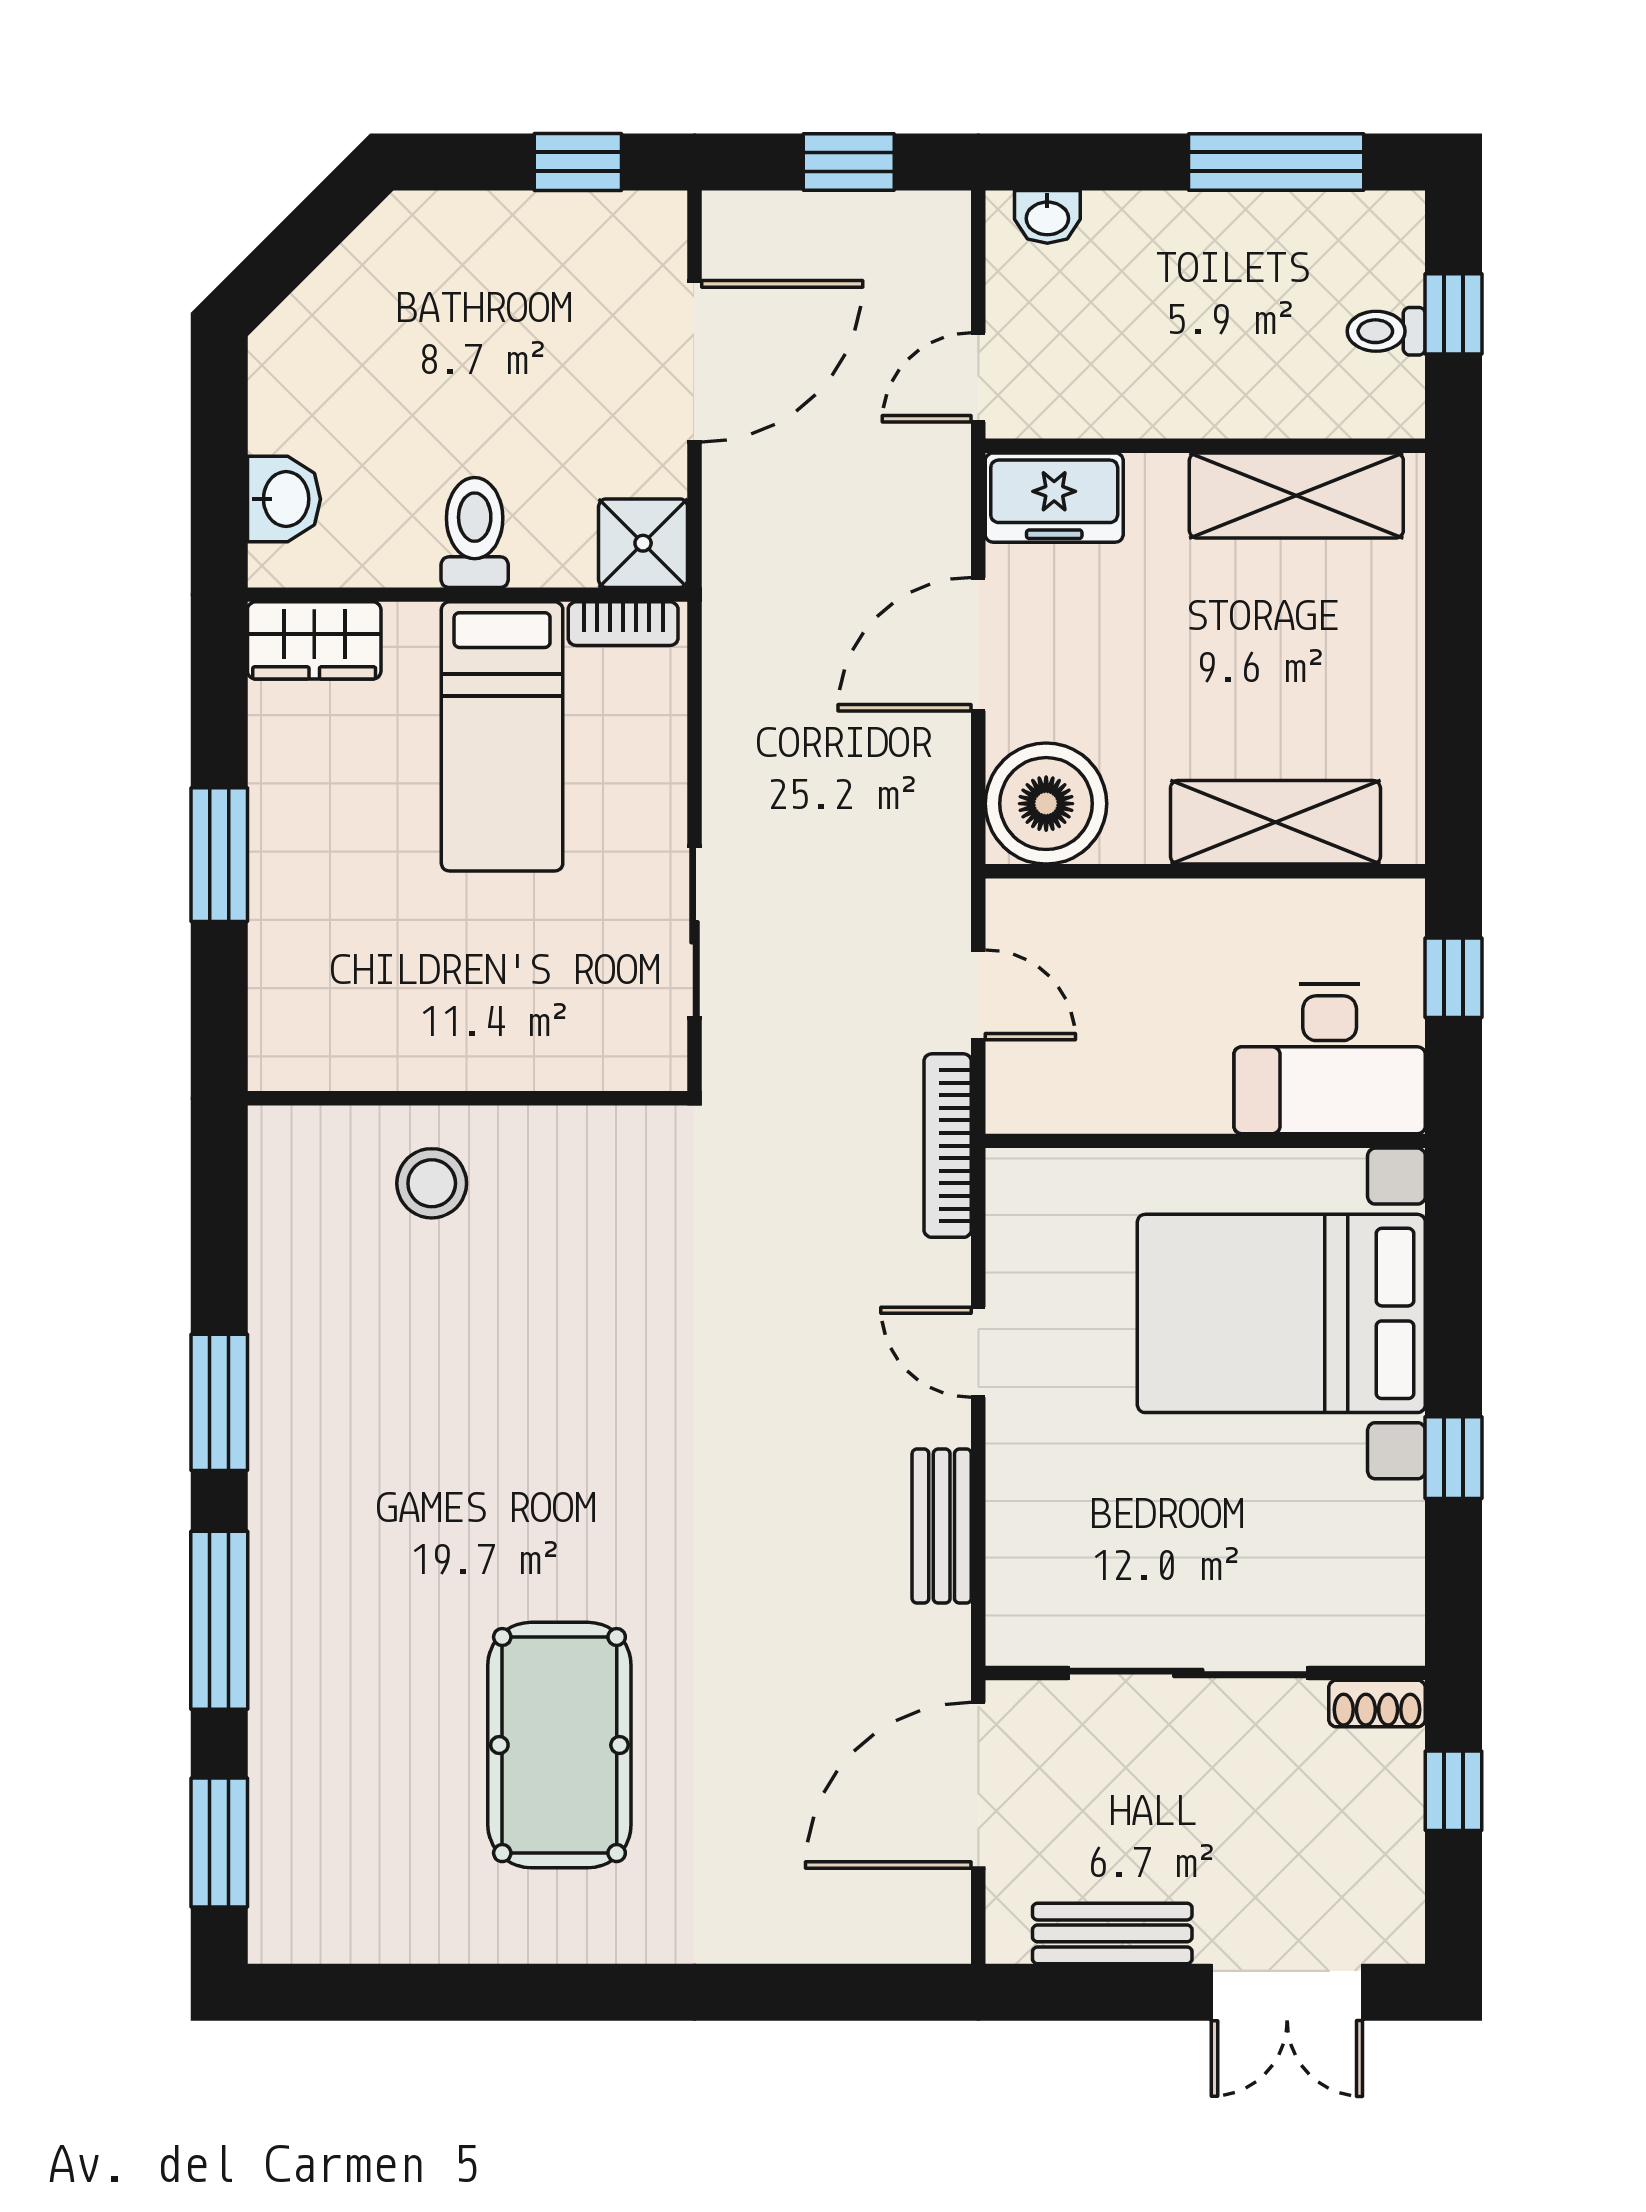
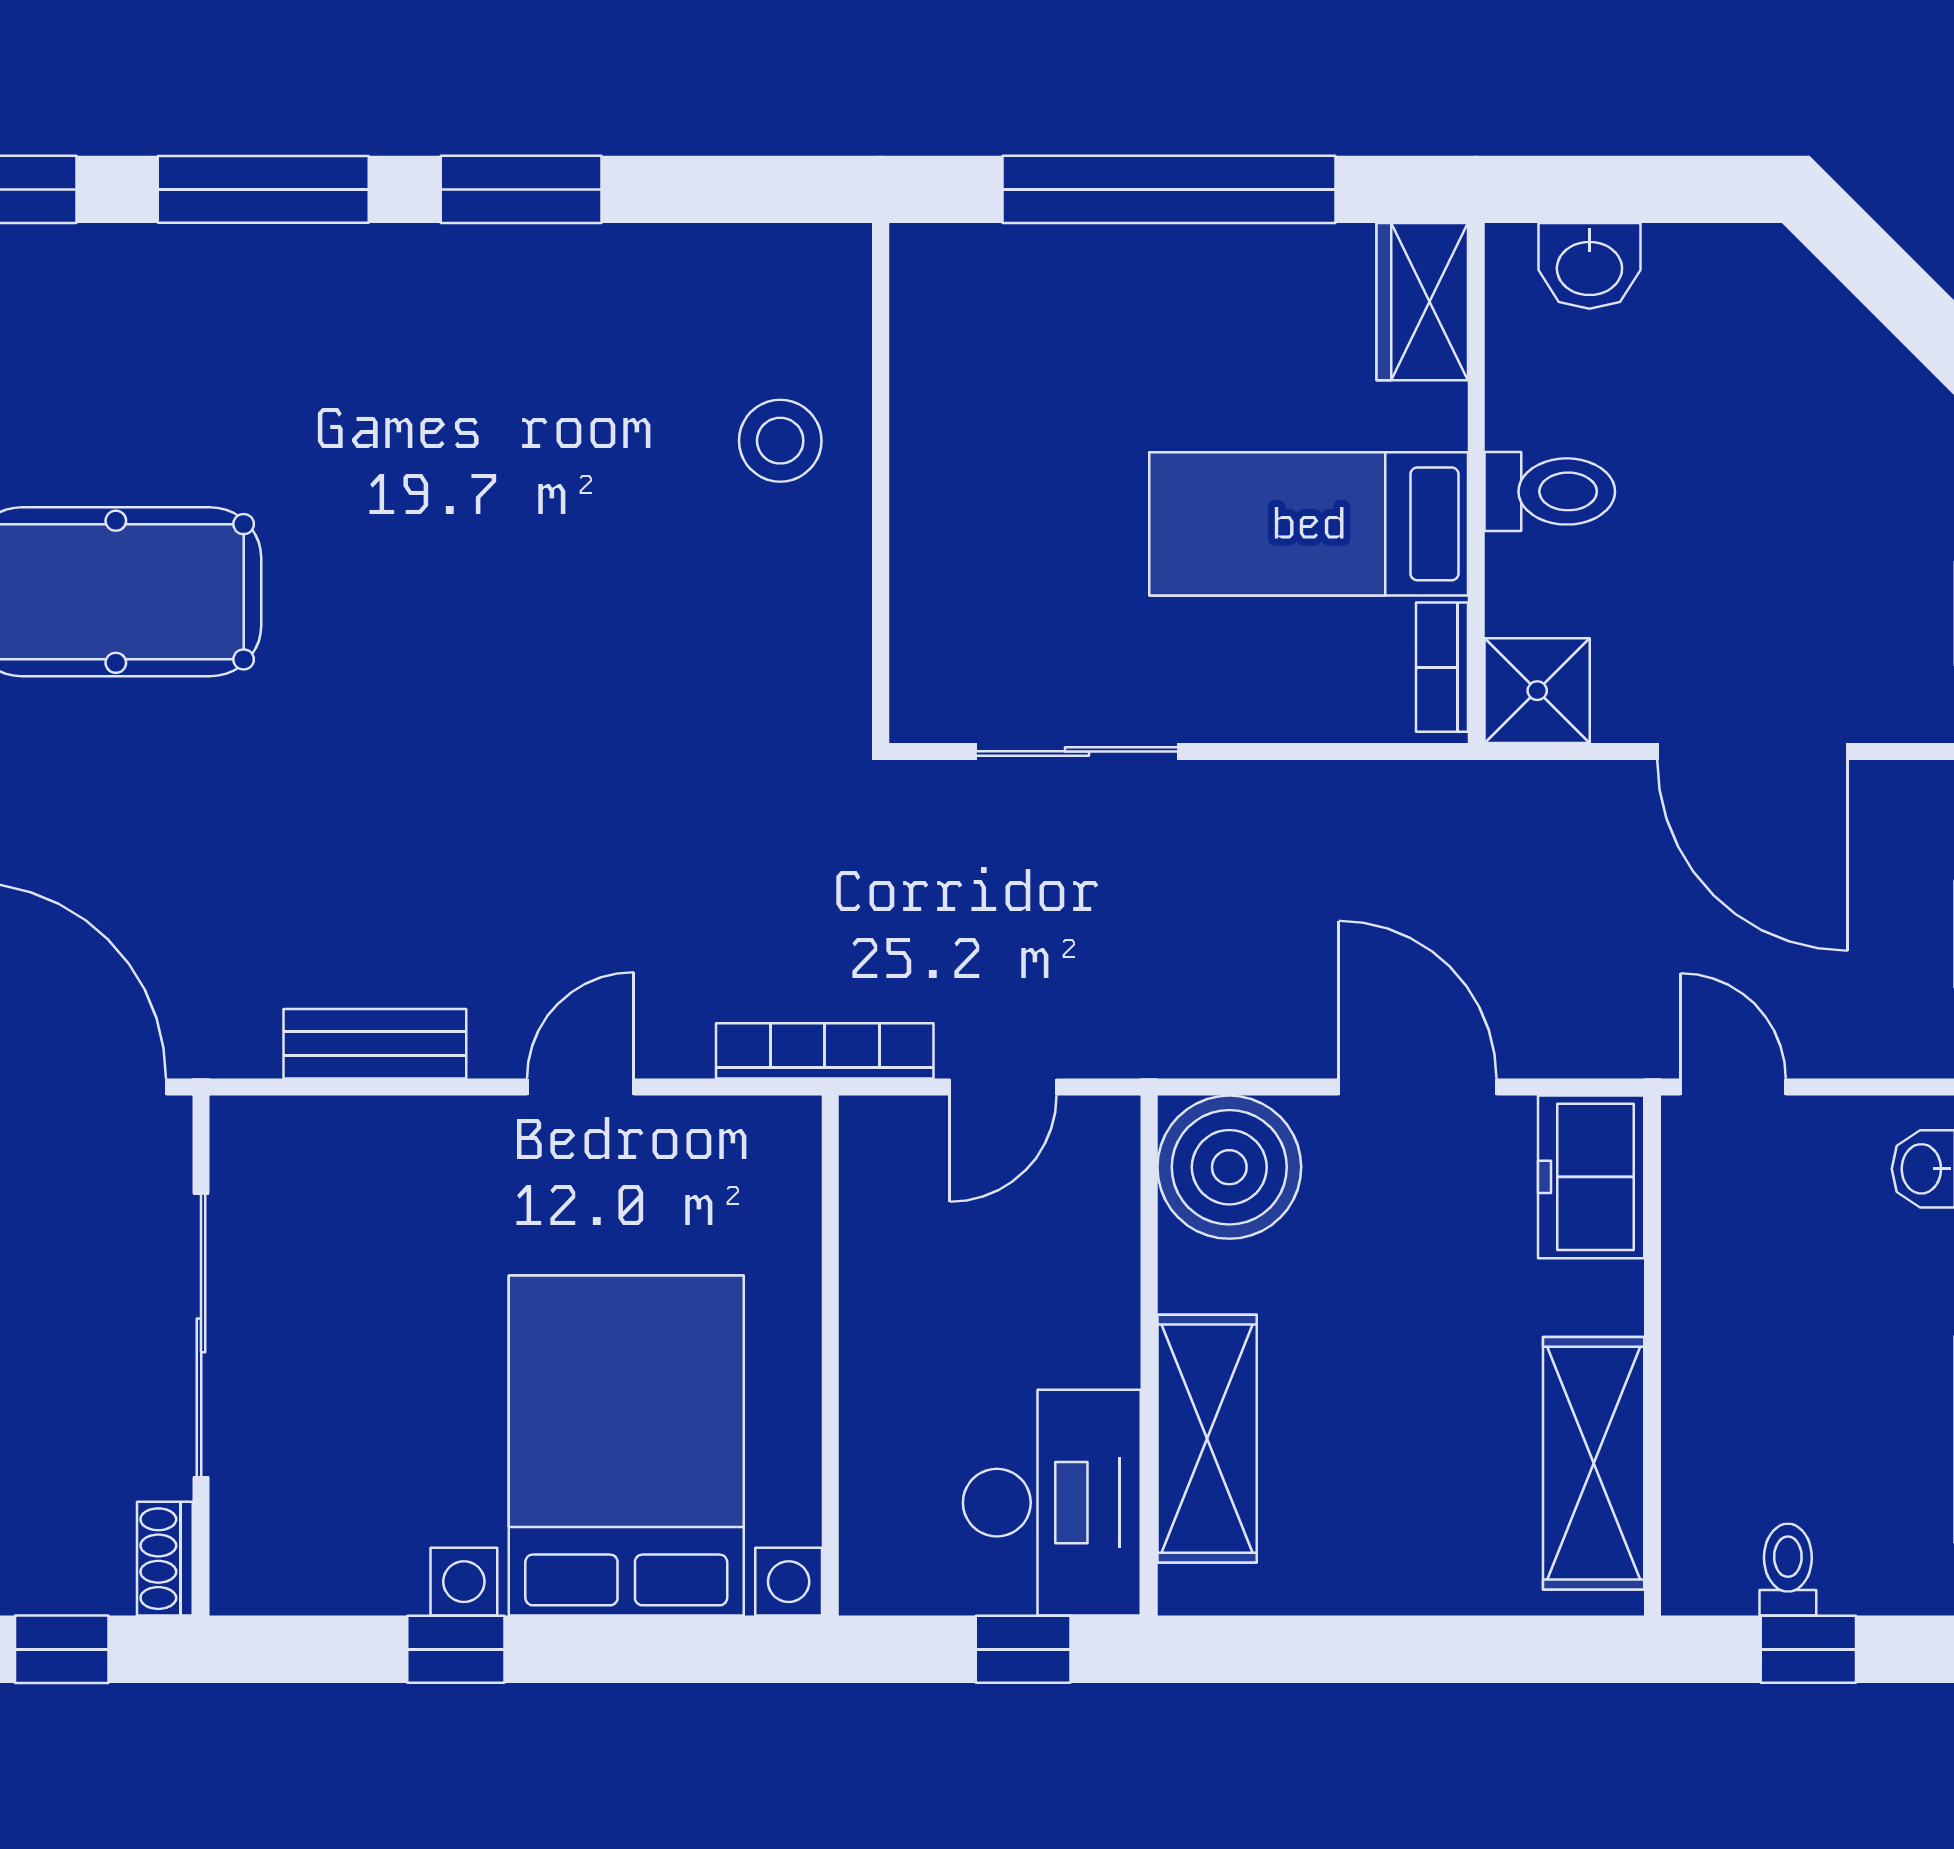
window: (219, 855) -> (1169, 189), width x2.11
desk: (1330, 1059) -> (1052, 1503), moved, turned 180

